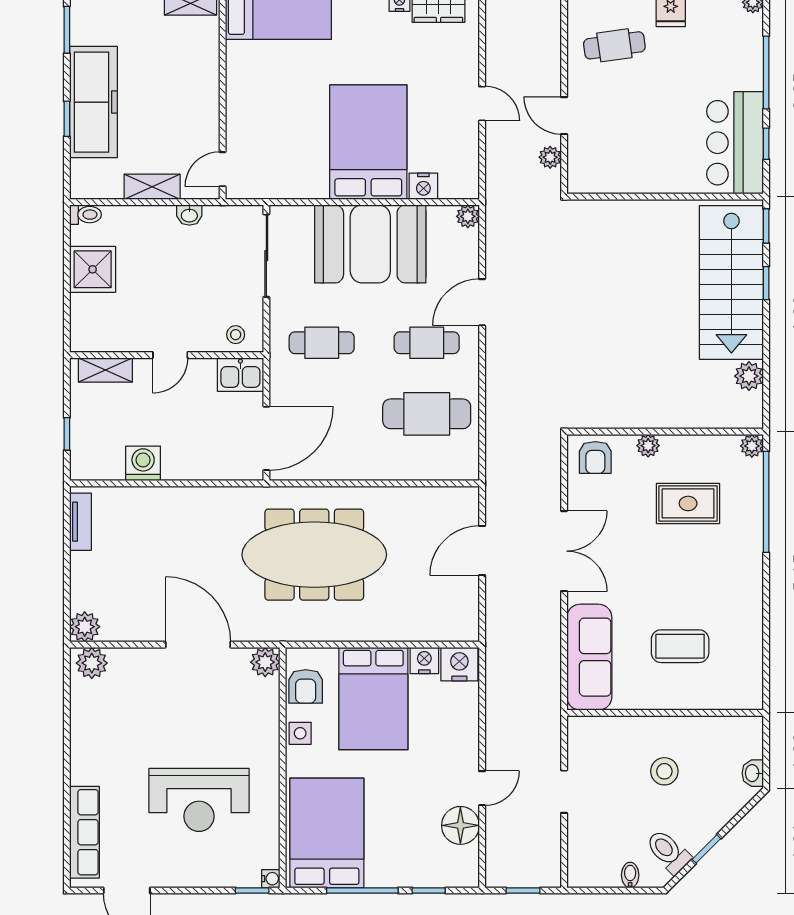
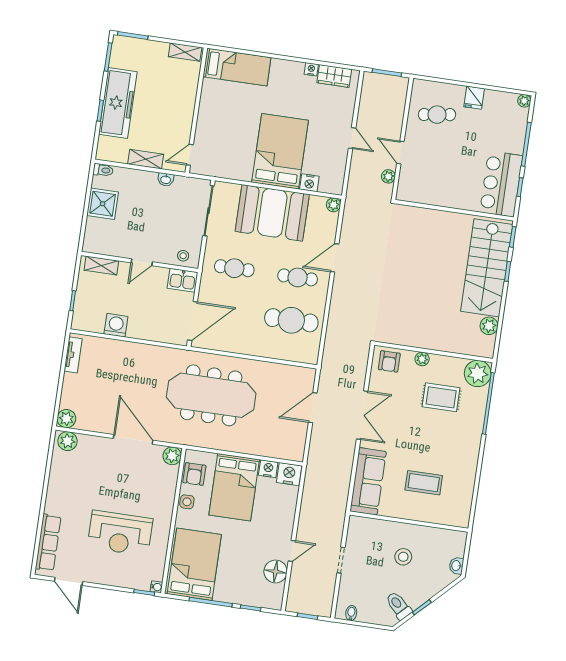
plant: (752, 446) -> (478, 373), width x1.87, depth x1.87
bidet: (630, 875) -> (351, 613), moved

